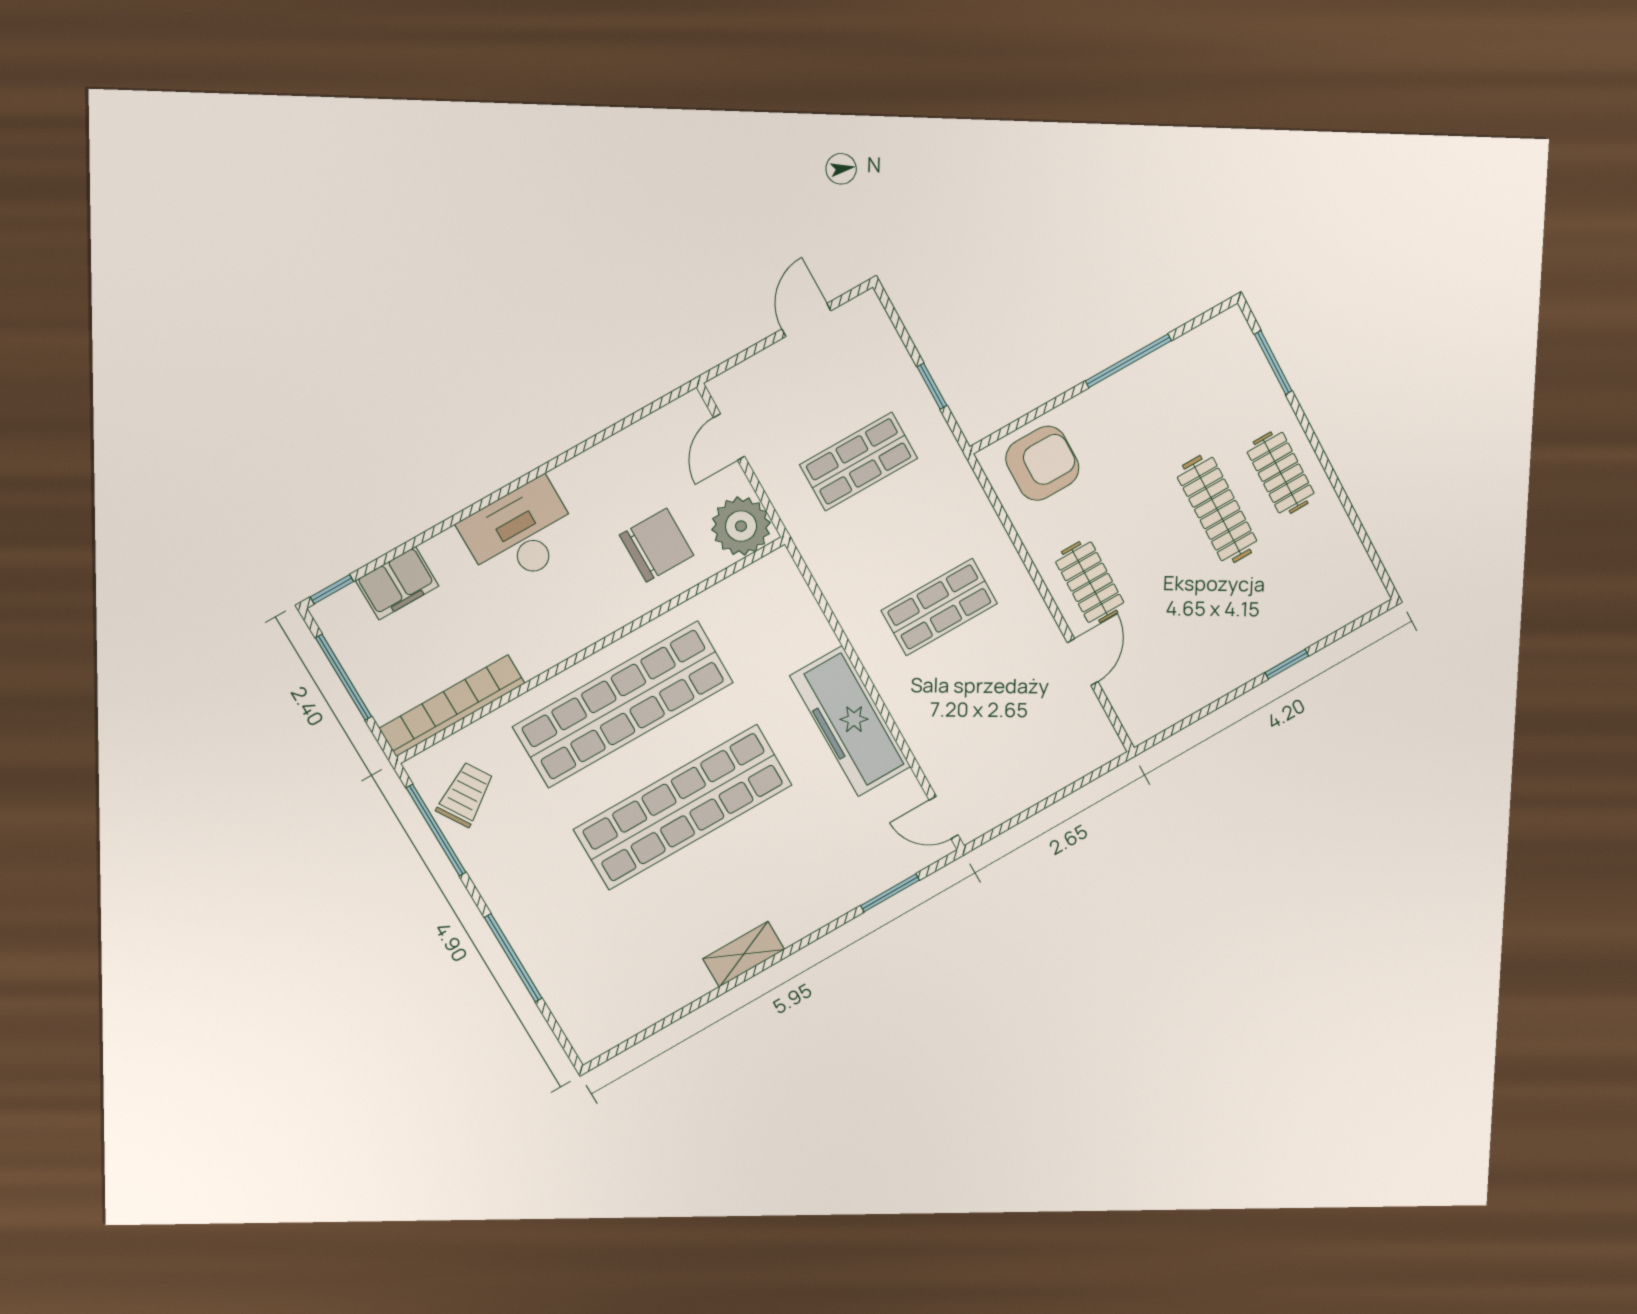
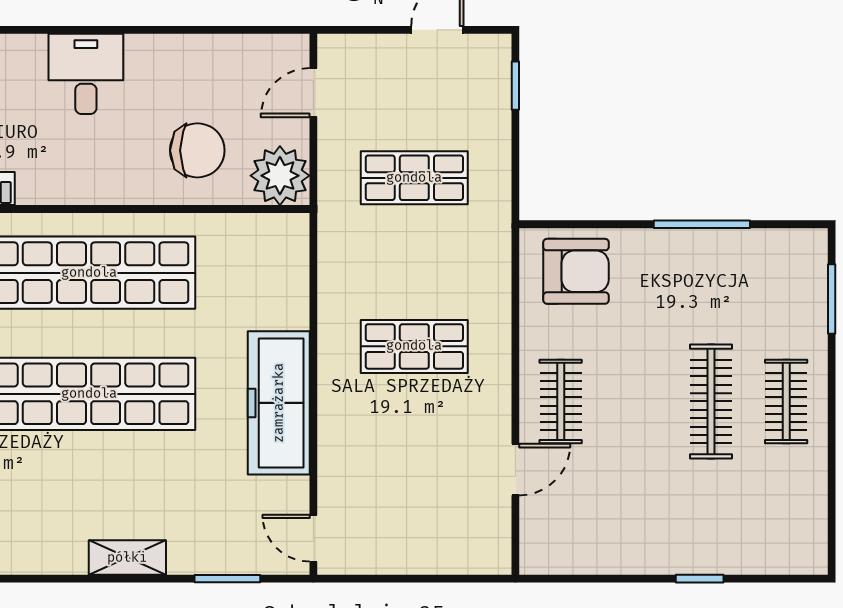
window: (932, 386) -> (515, 86), moved
desk: (520, 534) -> (86, 74), width x0.73
shelving: (744, 954) -> (127, 558), moved

